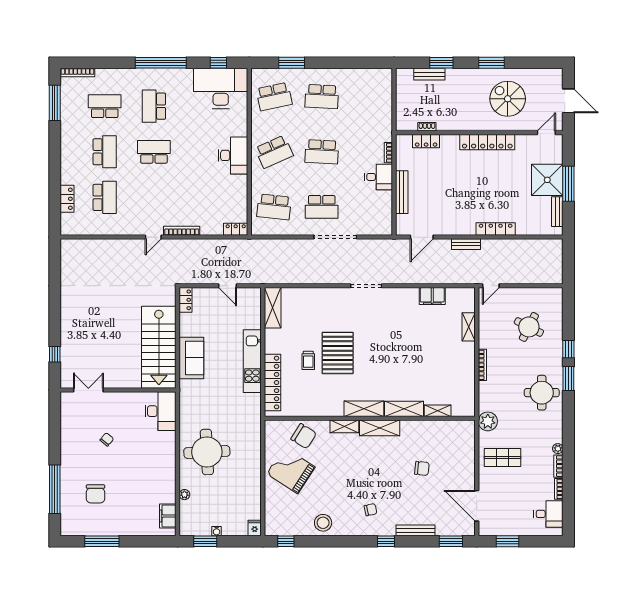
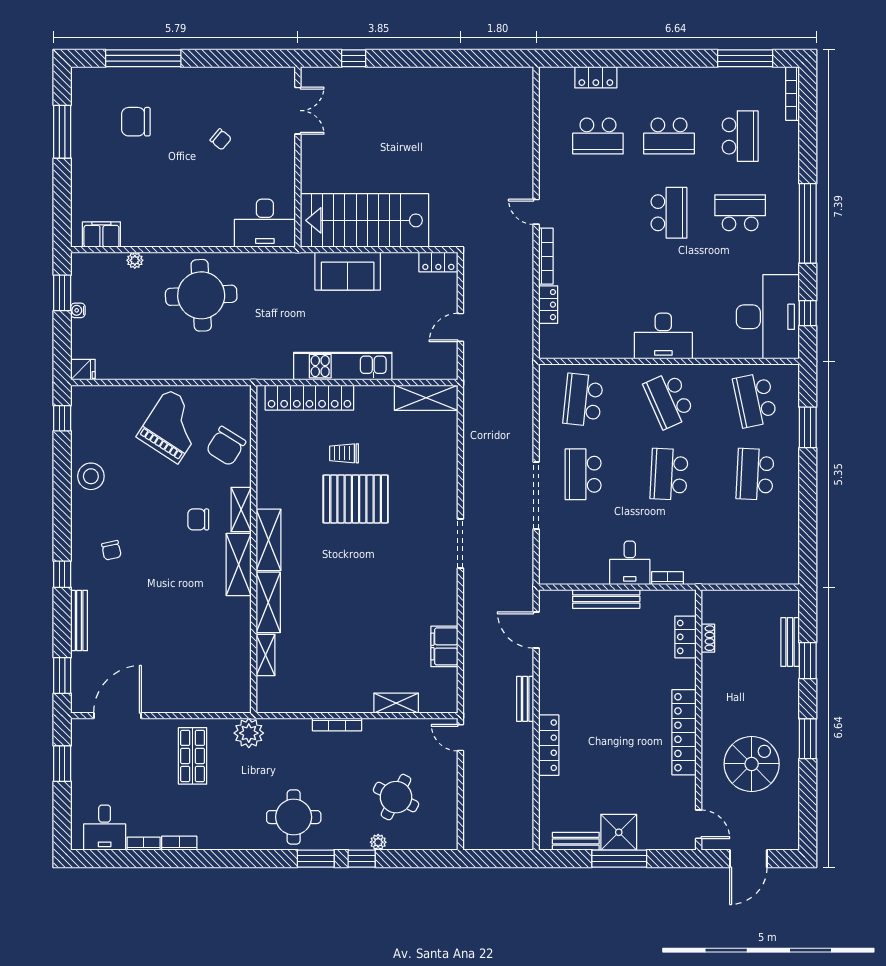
shower: (547, 180) -> (619, 832), width x0.73, depth x0.73
locker: (236, 229) -> (548, 305), moved
plant: (558, 449) -> (378, 842), moved
chair: (422, 468) -> (198, 519), moved, turned 84

